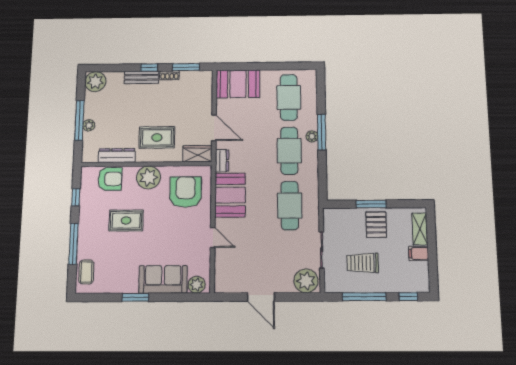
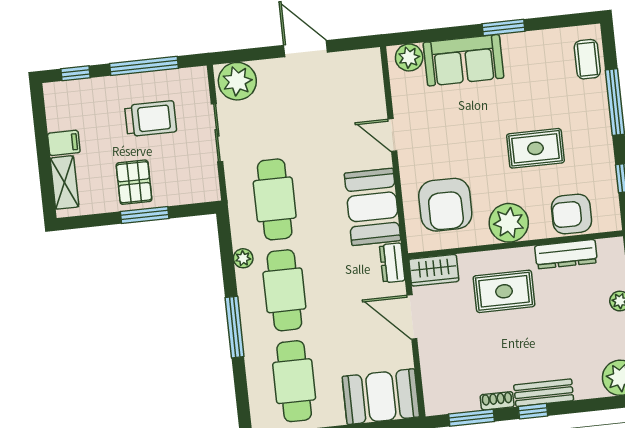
plant: (312, 136) -> (243, 258), moved

